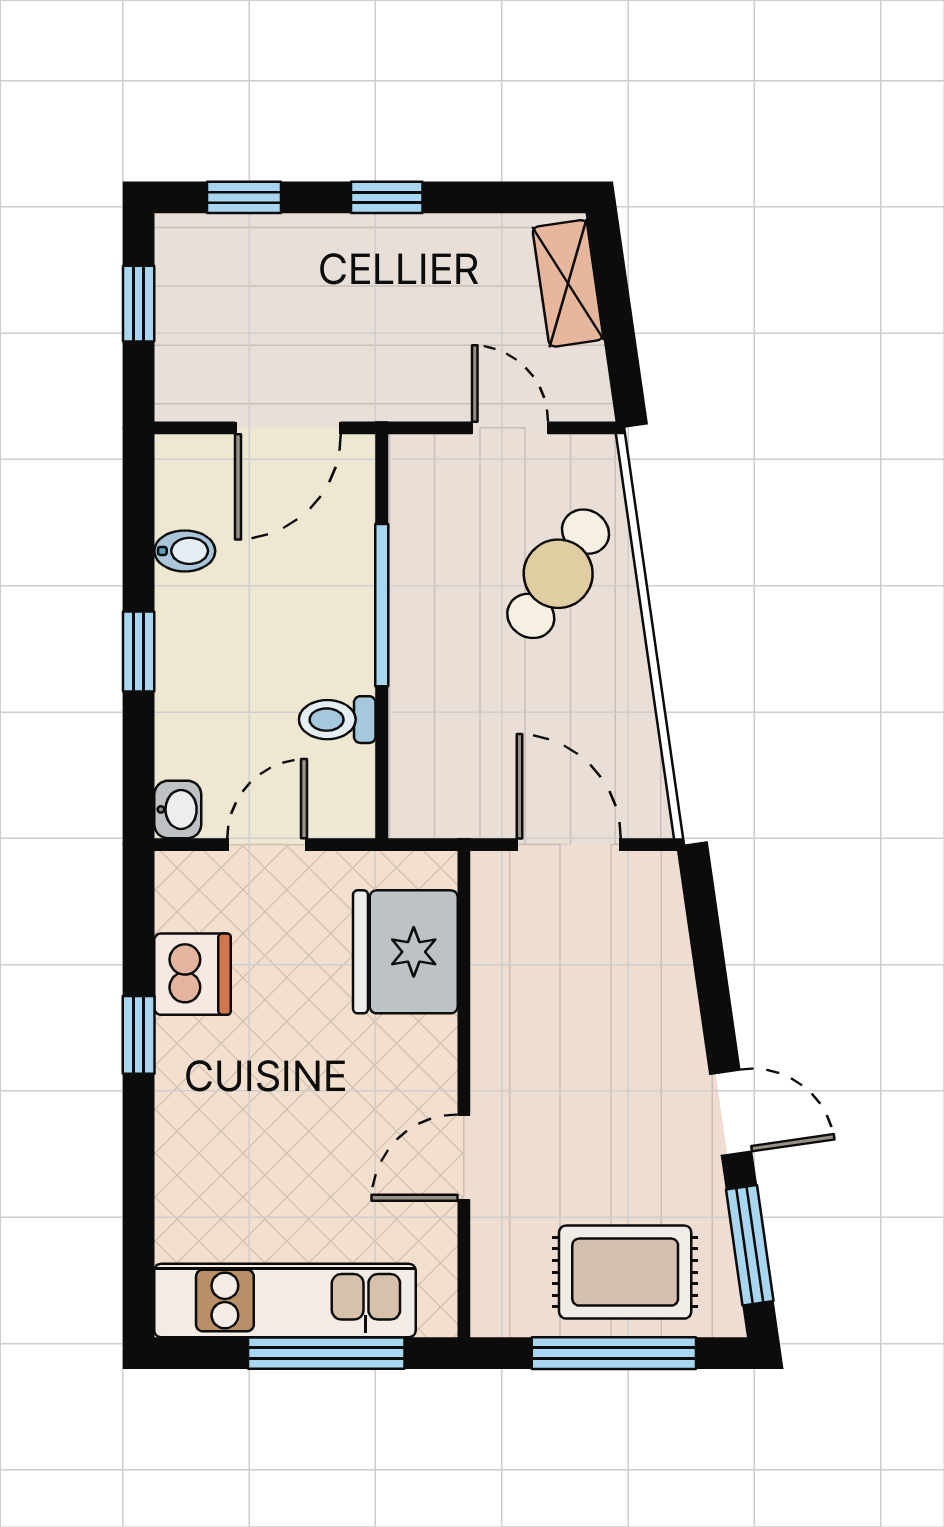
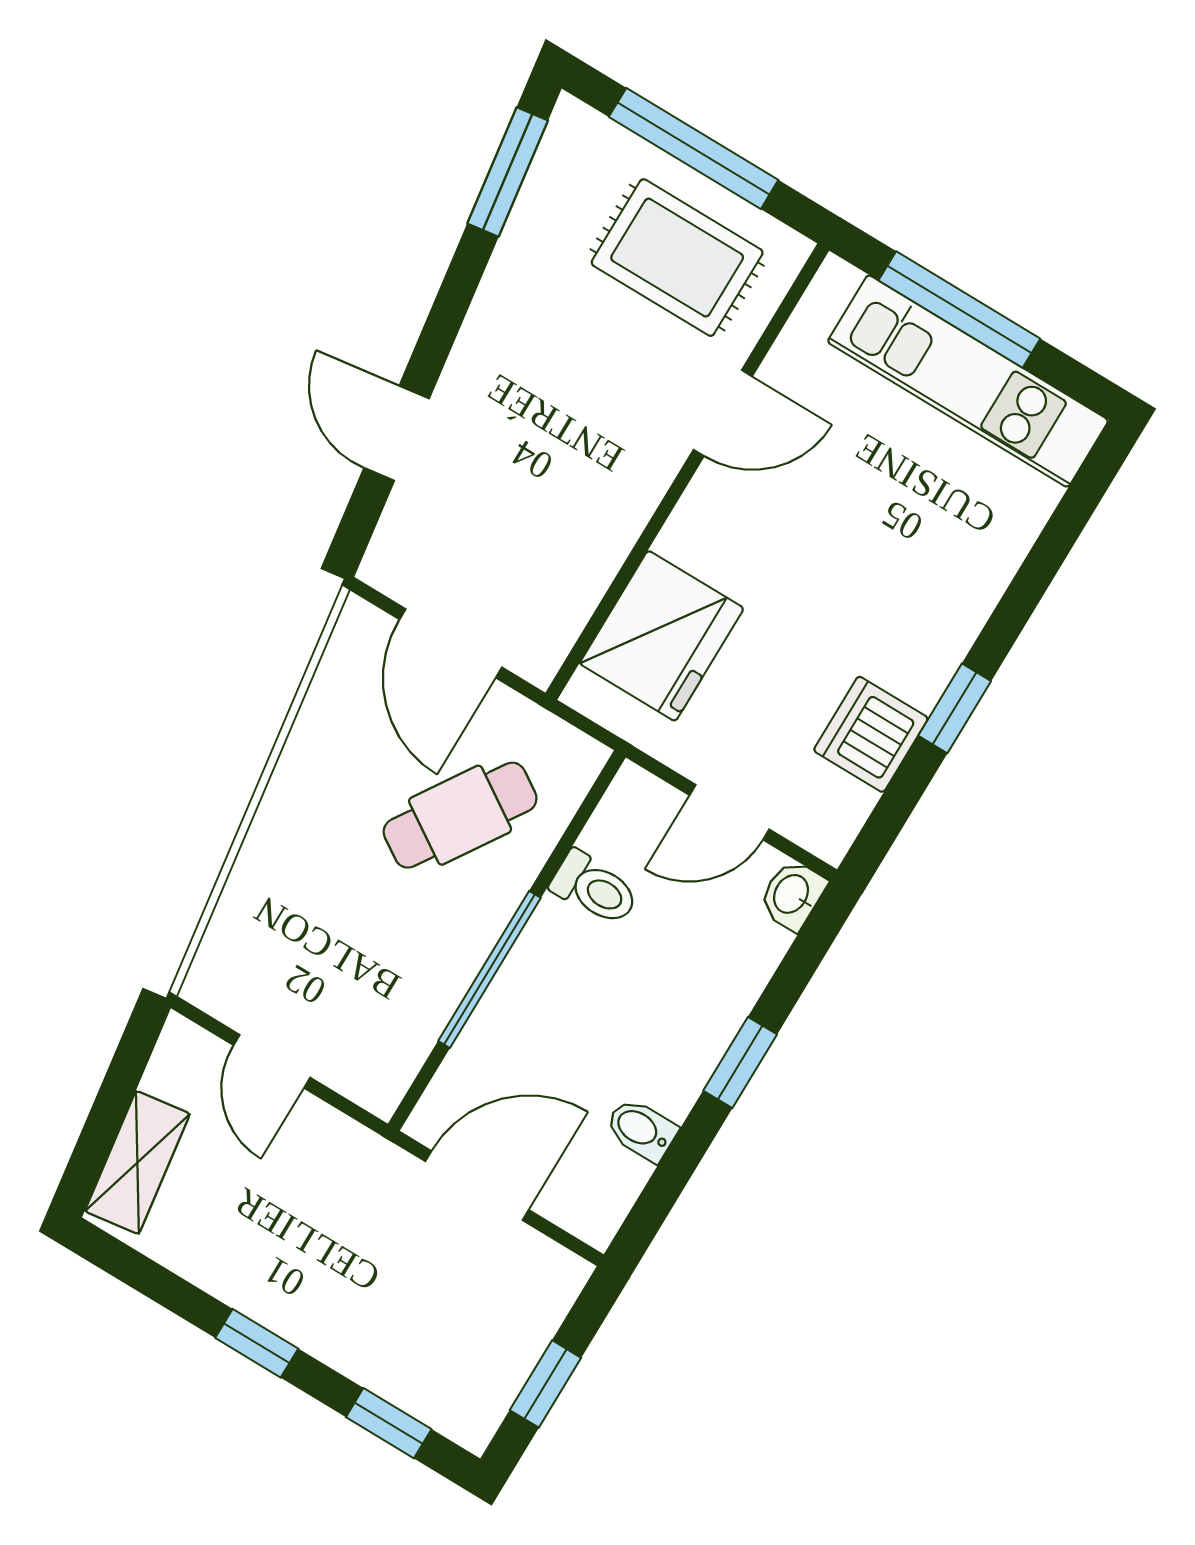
cafe table: (558, 574) -> (460, 815), moved
door: (731, 1113) -> (397, 433), moved
rug: (625, 1272) -> (677, 258), moved

